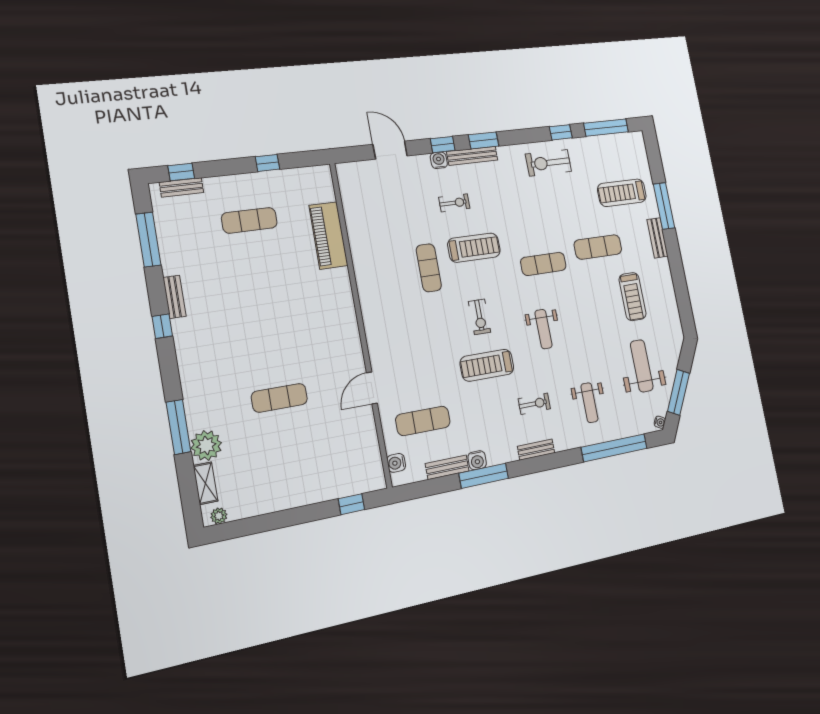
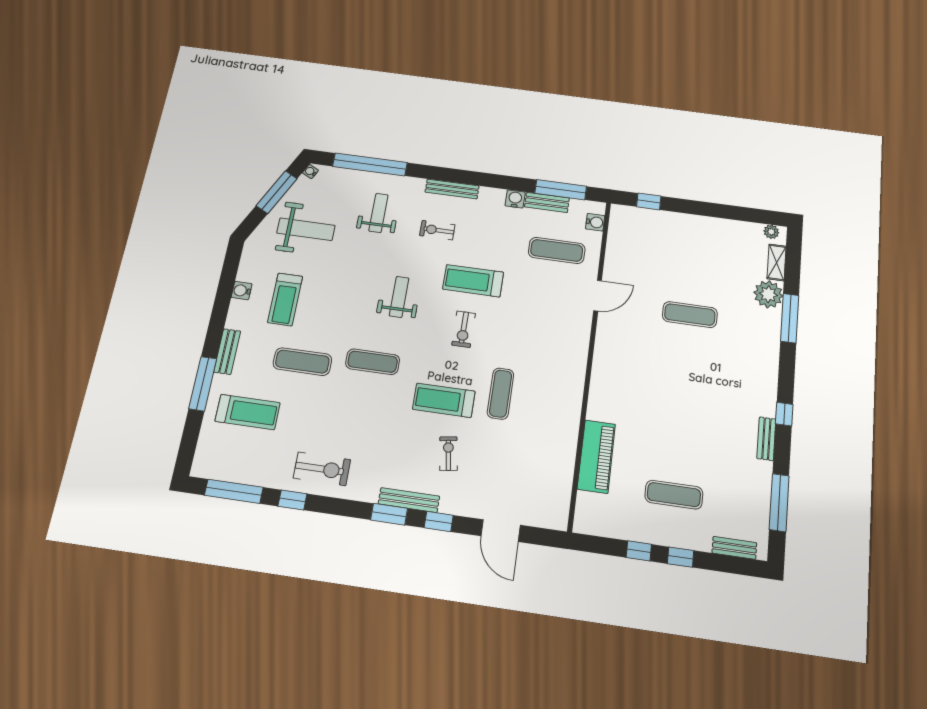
water cooler: (439, 160) -> (242, 291), moved, turned 90
window: (181, 172) -> (681, 557), moved
exercise bike: (454, 203) -> (448, 454), turned 81
treadmill: (633, 297) -> (285, 299), turned 180
exercise bike: (480, 317) -> (464, 329), turned 180
treadmill: (487, 365) -> (473, 281), turned 180
weight bench: (642, 366) -> (306, 229), turned -90
bench: (536, 450) -> (452, 189), width x1.36
window: (484, 476) -> (561, 190), moved

